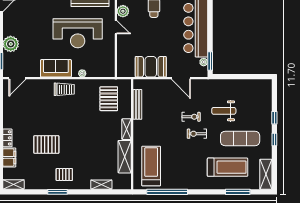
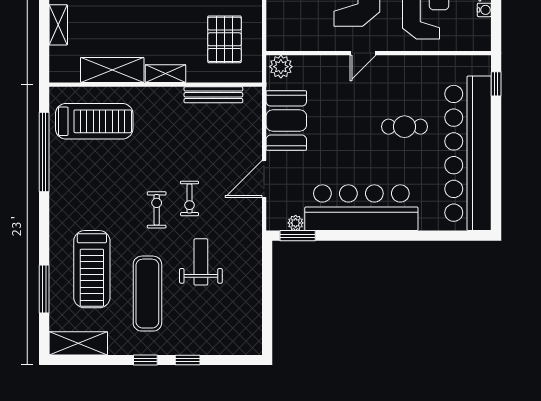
plant: (123, 11) -> (281, 67), moved
pallet: (109, 99) -> (224, 39), turned 90

